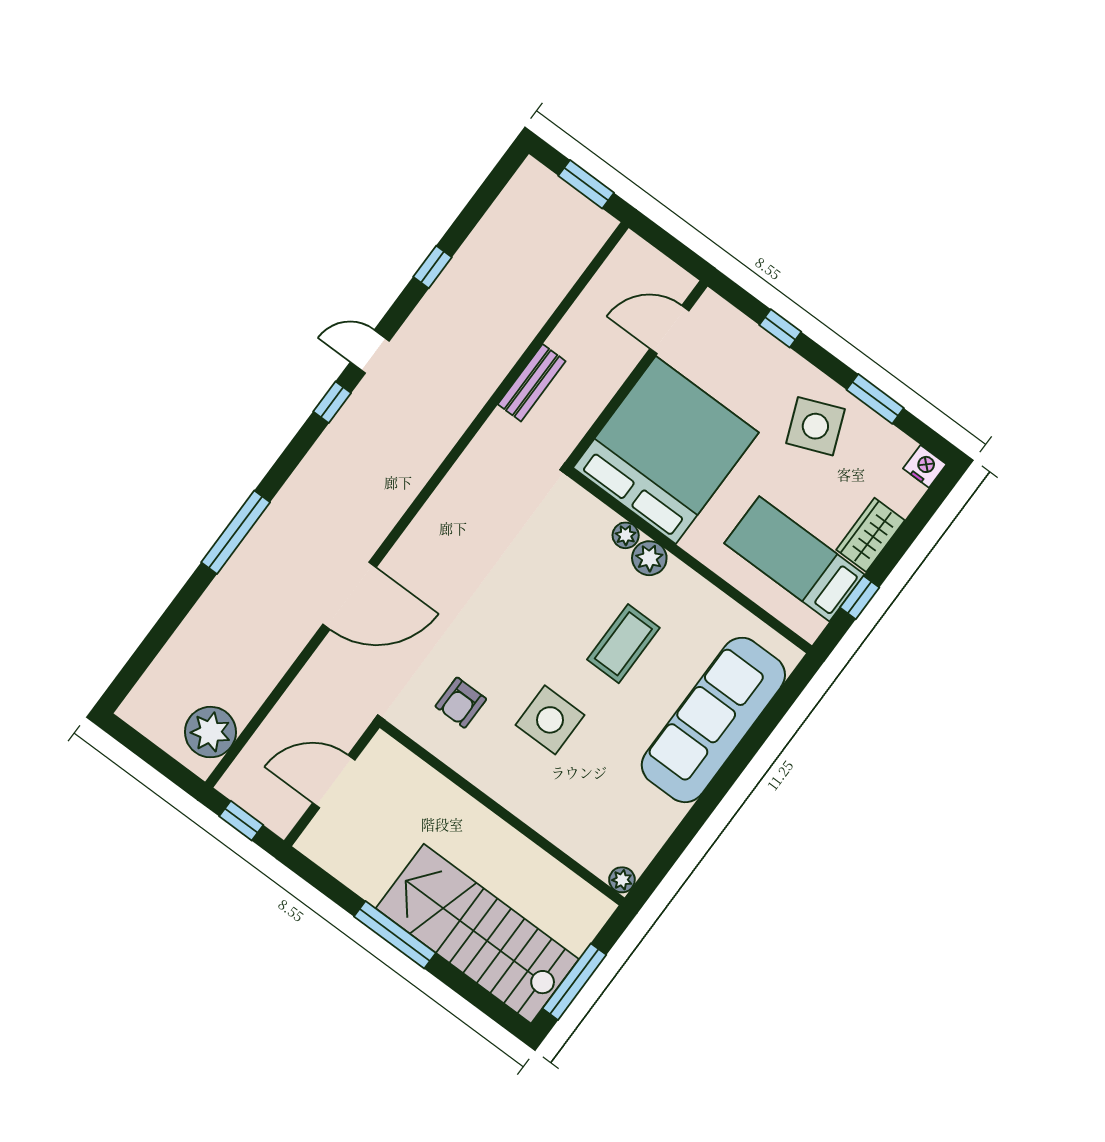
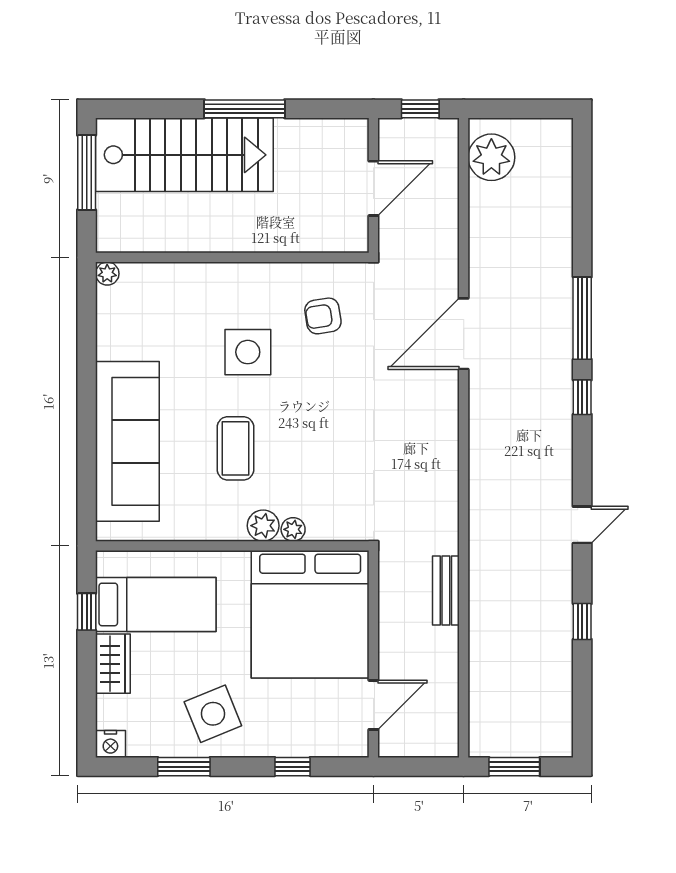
window: (332, 402) -> (582, 397), moved
armchair: (461, 703) -> (323, 316), turned -99

